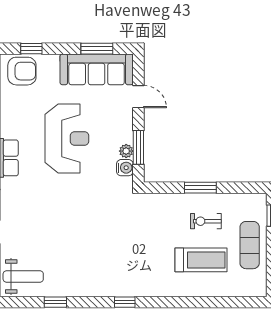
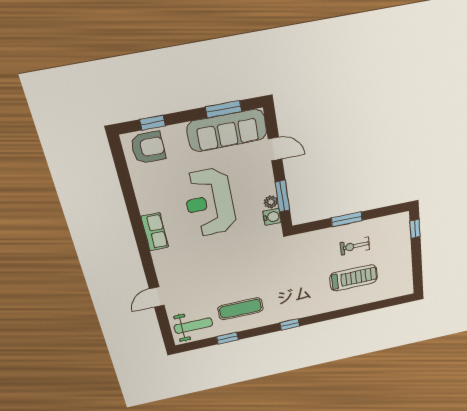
reception desk: (67, 138) -> (210, 202), turned 180
exercise mat: (250, 245) -> (241, 309), moved, turned 90

